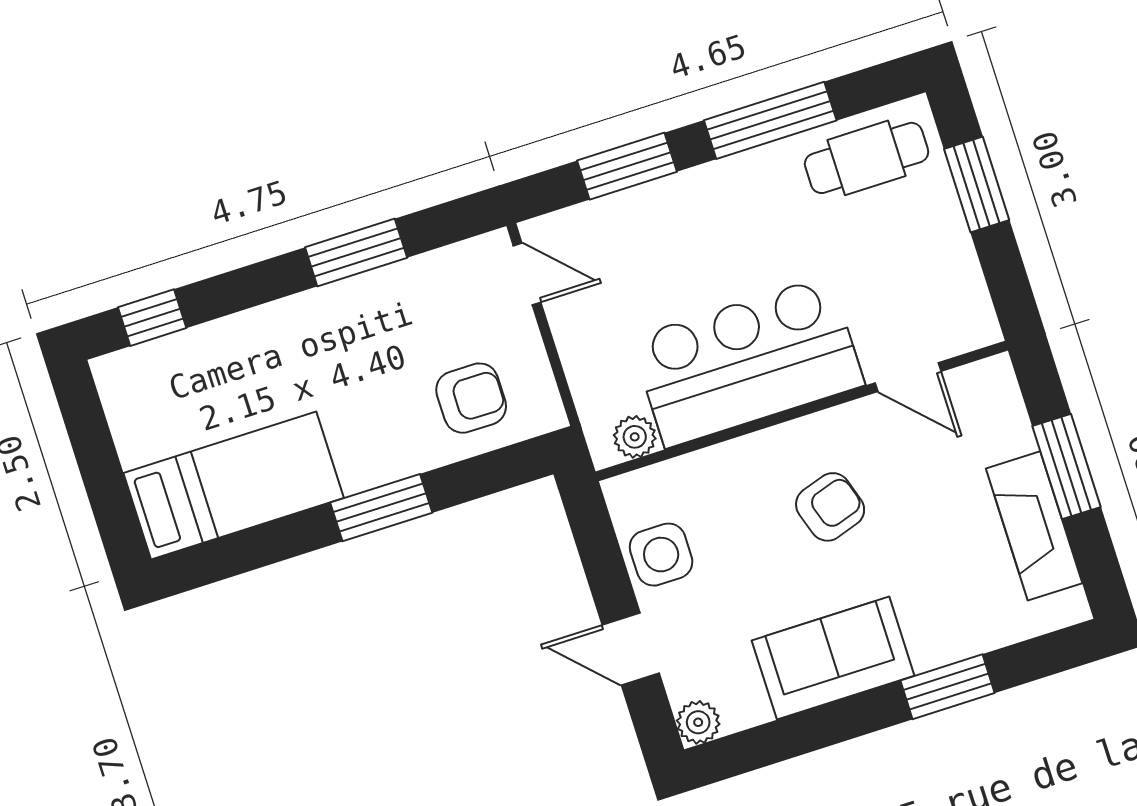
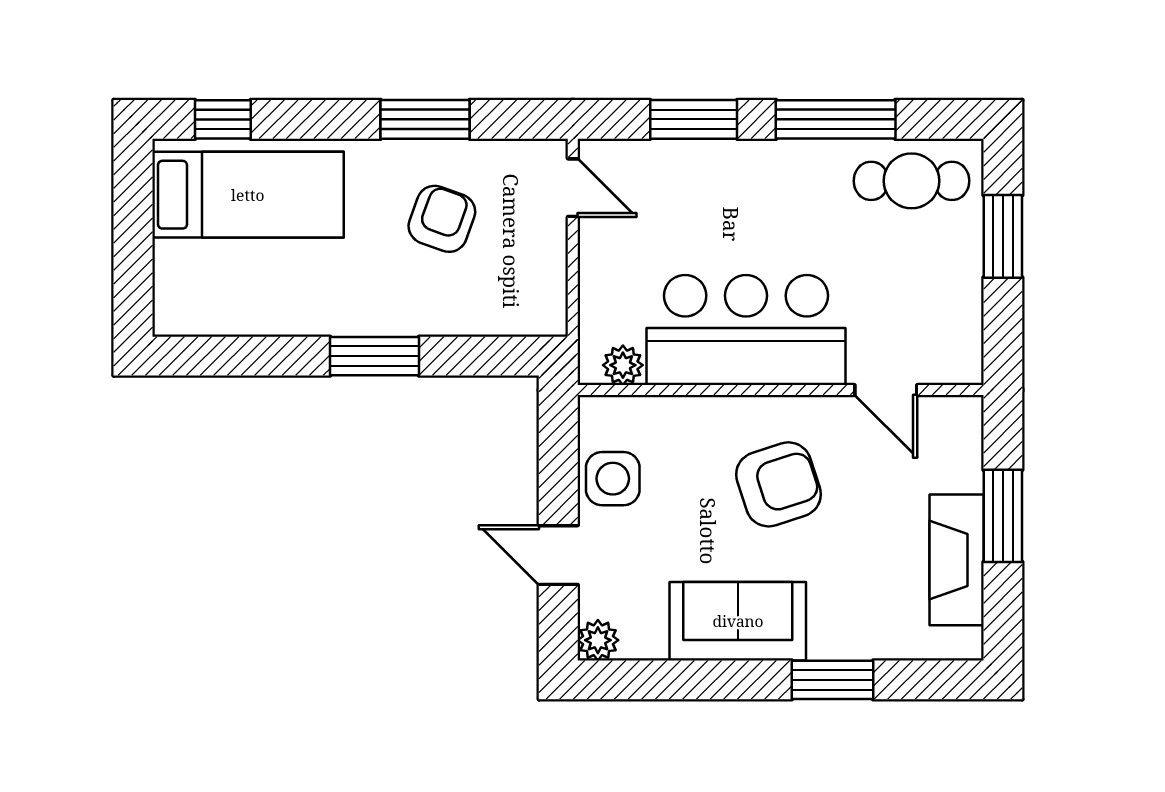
armchair: (471, 398) -> (442, 219), moved, turned -70
bed: (234, 486) -> (248, 195), moved
armchair: (830, 507) -> (778, 484), width x1.38, depth x1.38

